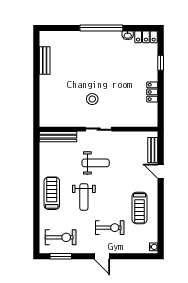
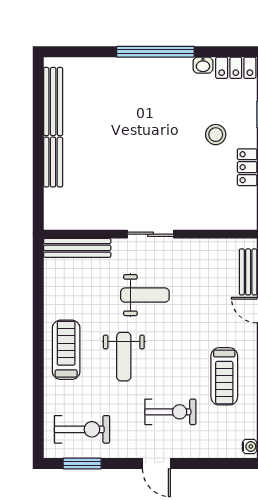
bench: (45, 61) -> (53, 101), width x1.36
bench: (45, 89) -> (53, 162), added
stool: (92, 99) -> (216, 135), moved

